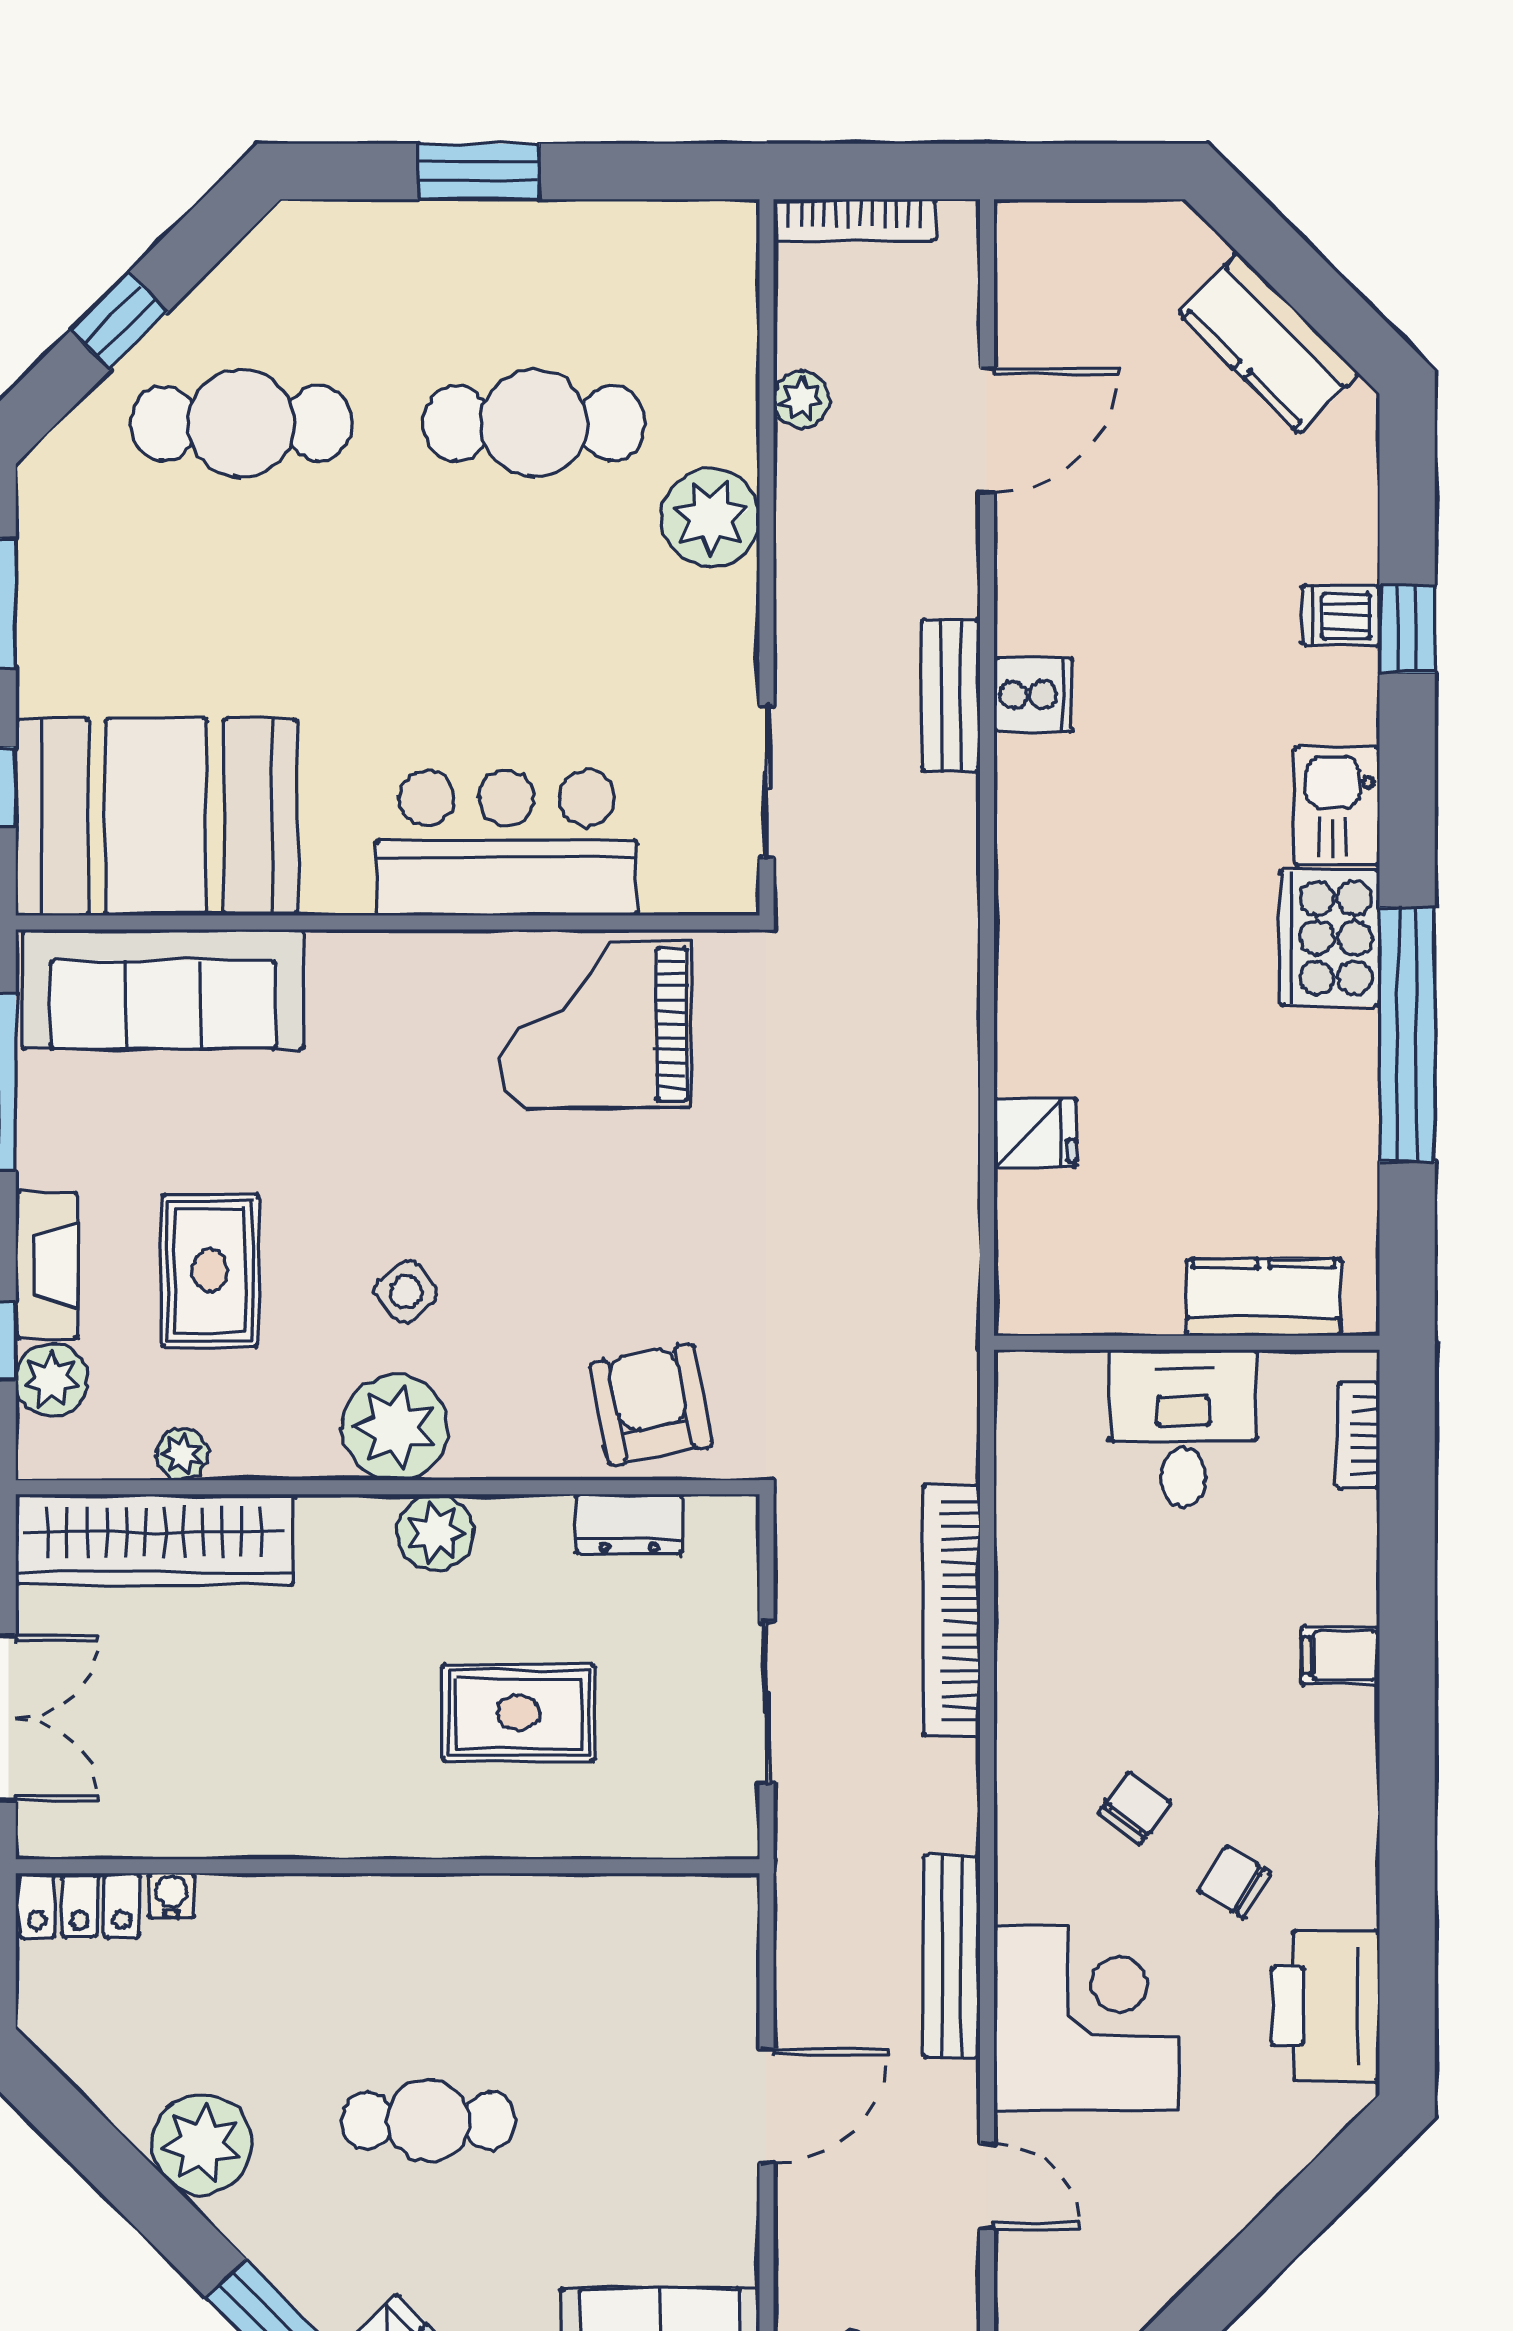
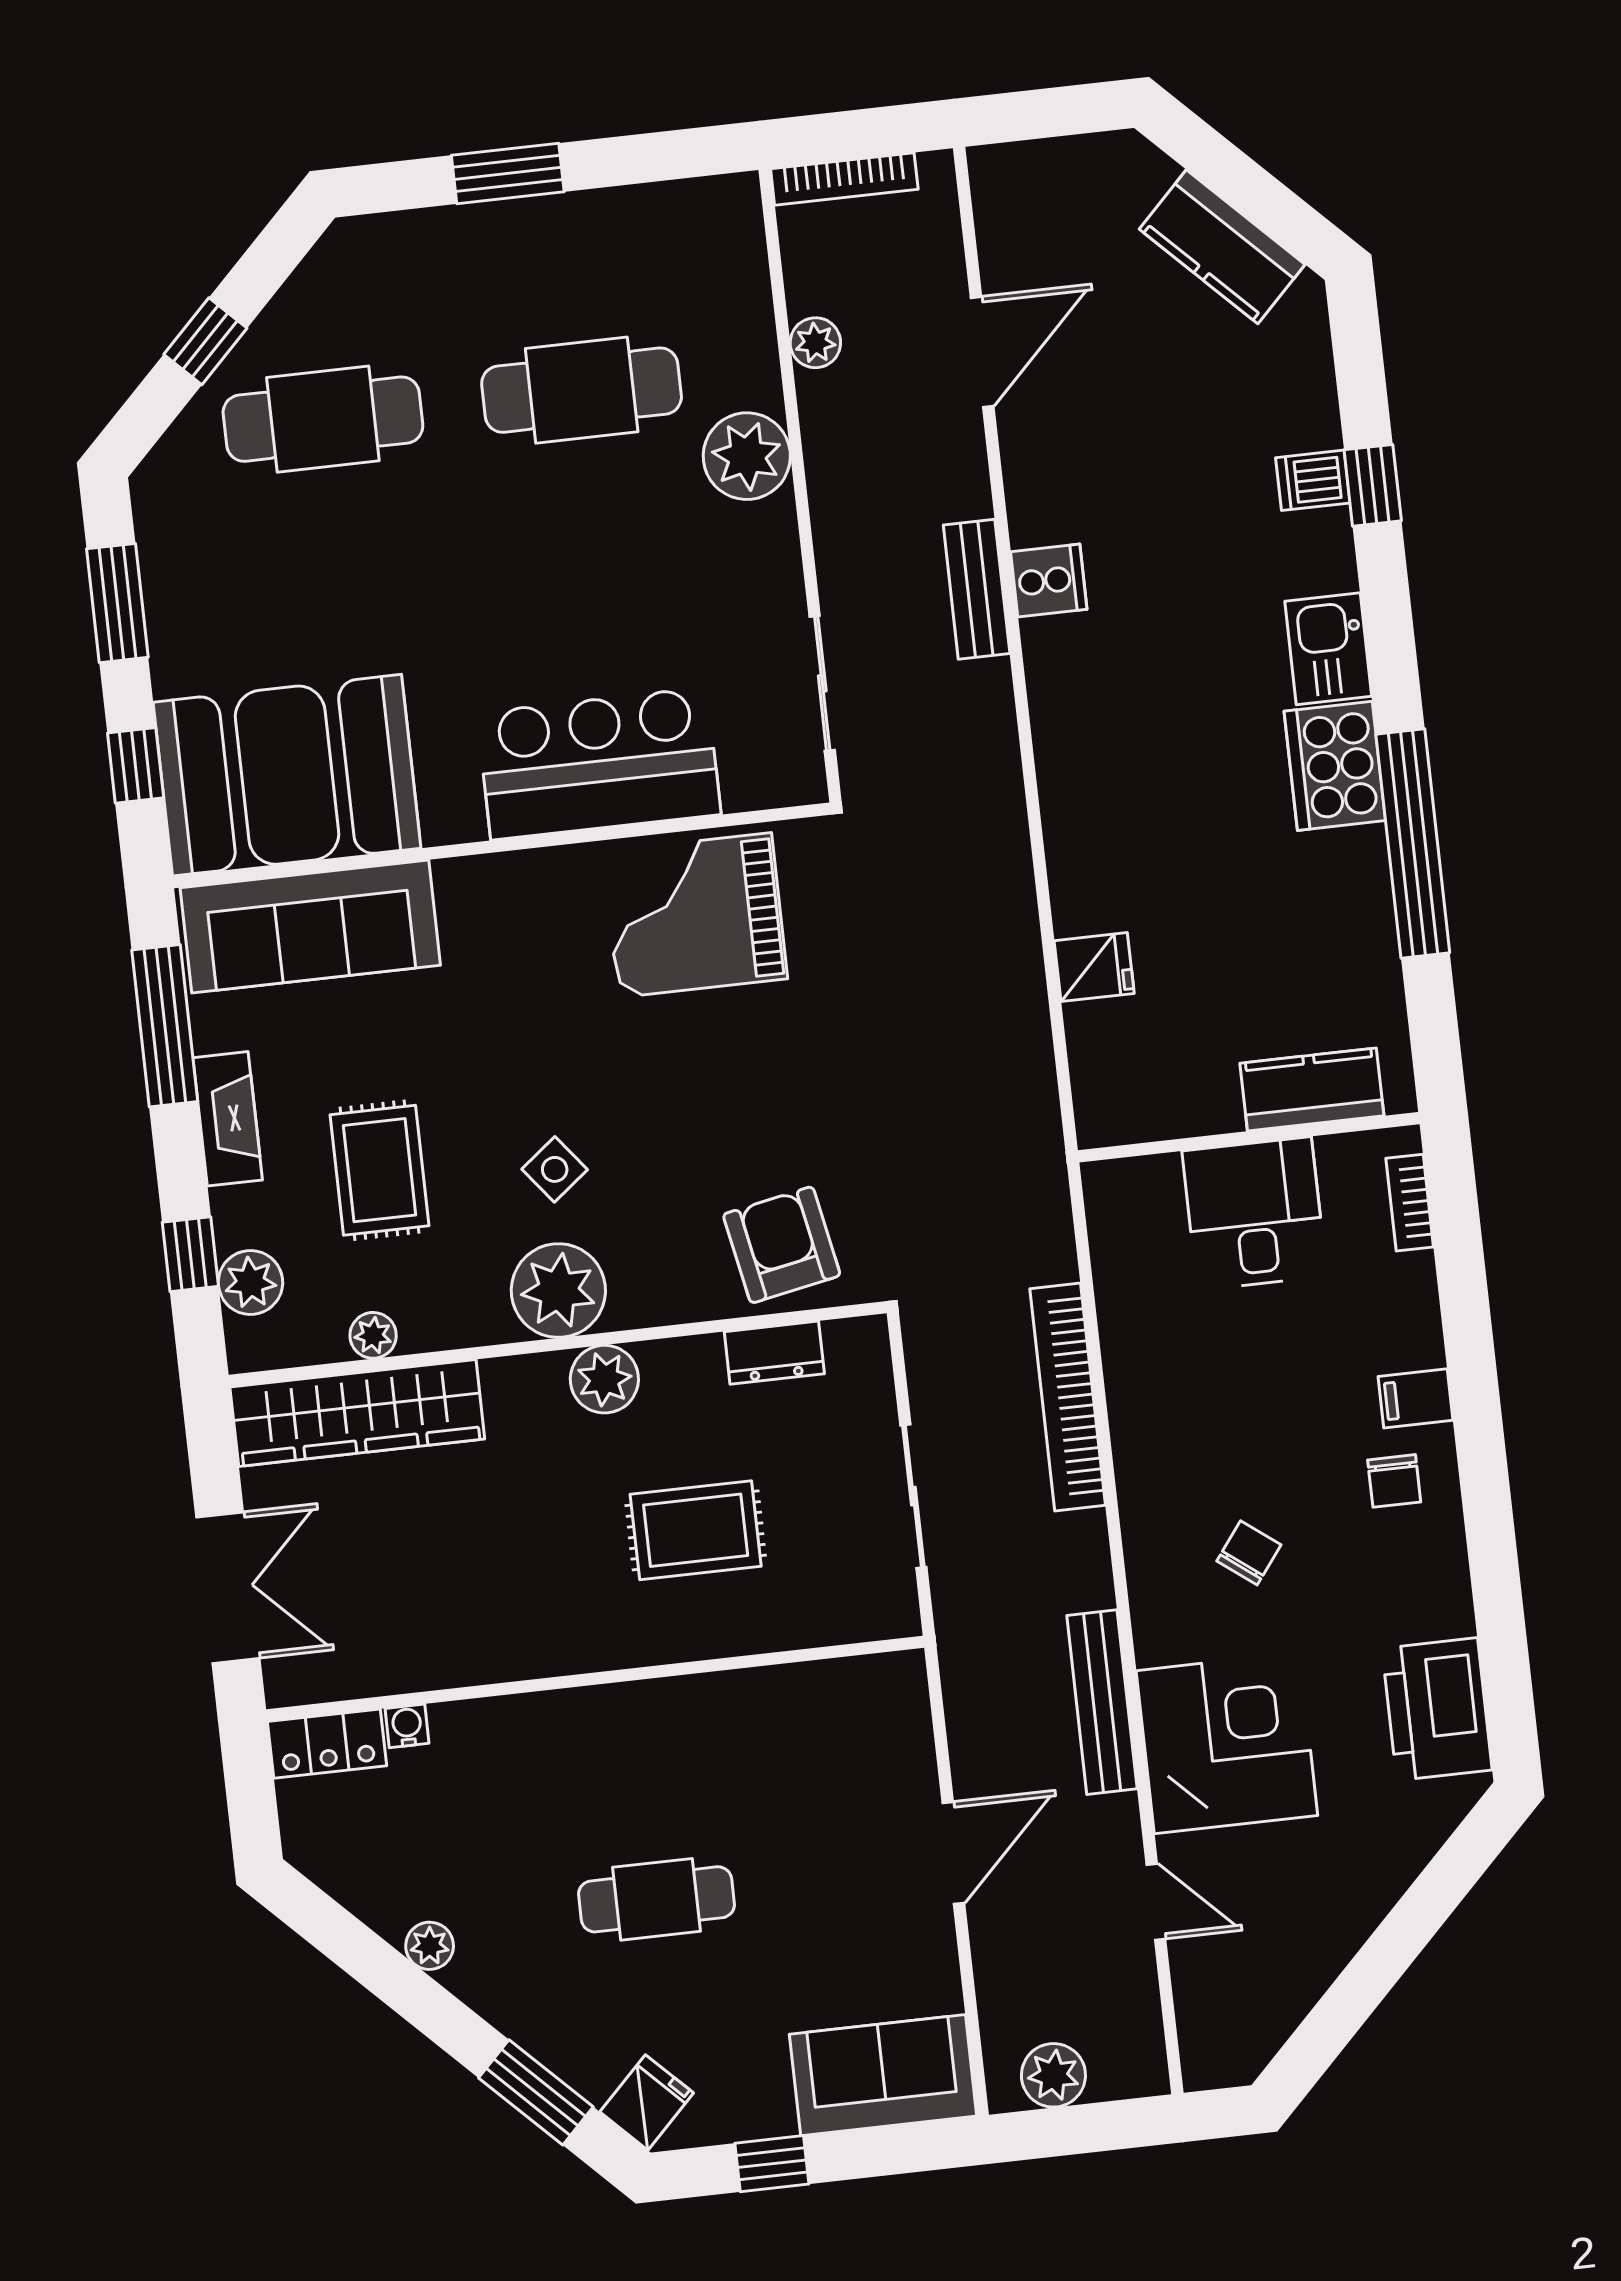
fireplace: (47, 1265) -> (228, 1119), moved
chair: (1235, 1882) -> (1394, 1481), moved, turned -121
plant: (202, 2144) -> (430, 1946), width x0.53, depth x0.53

